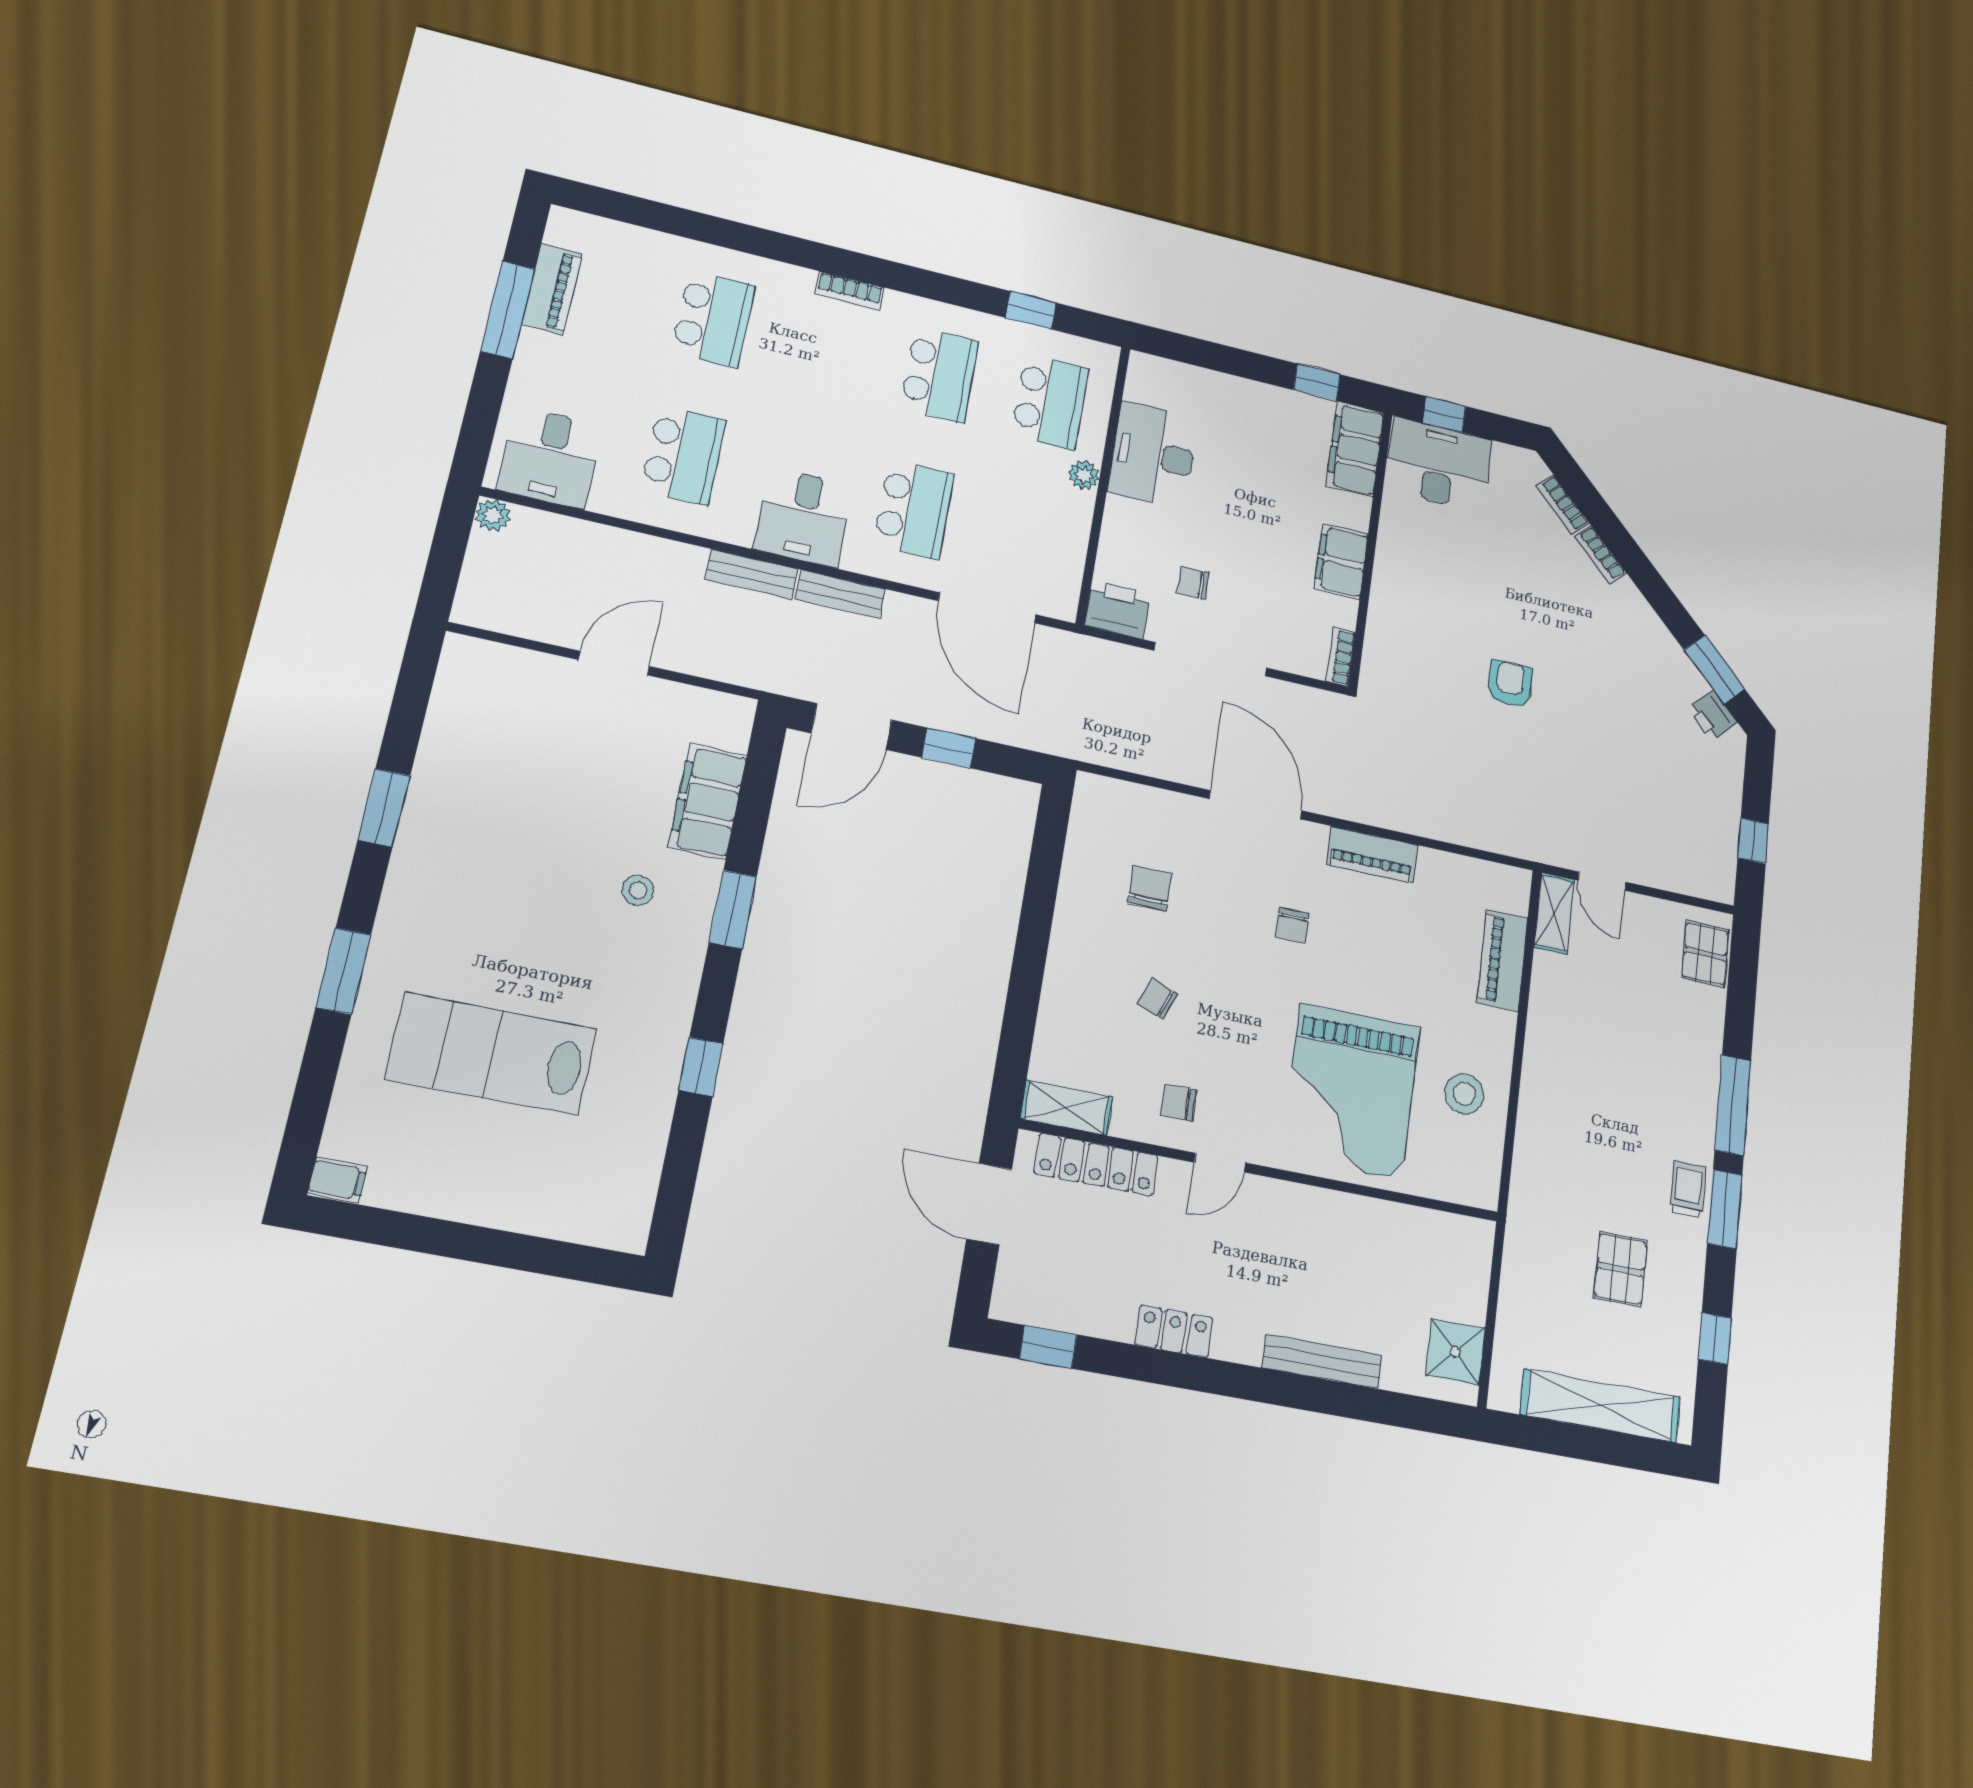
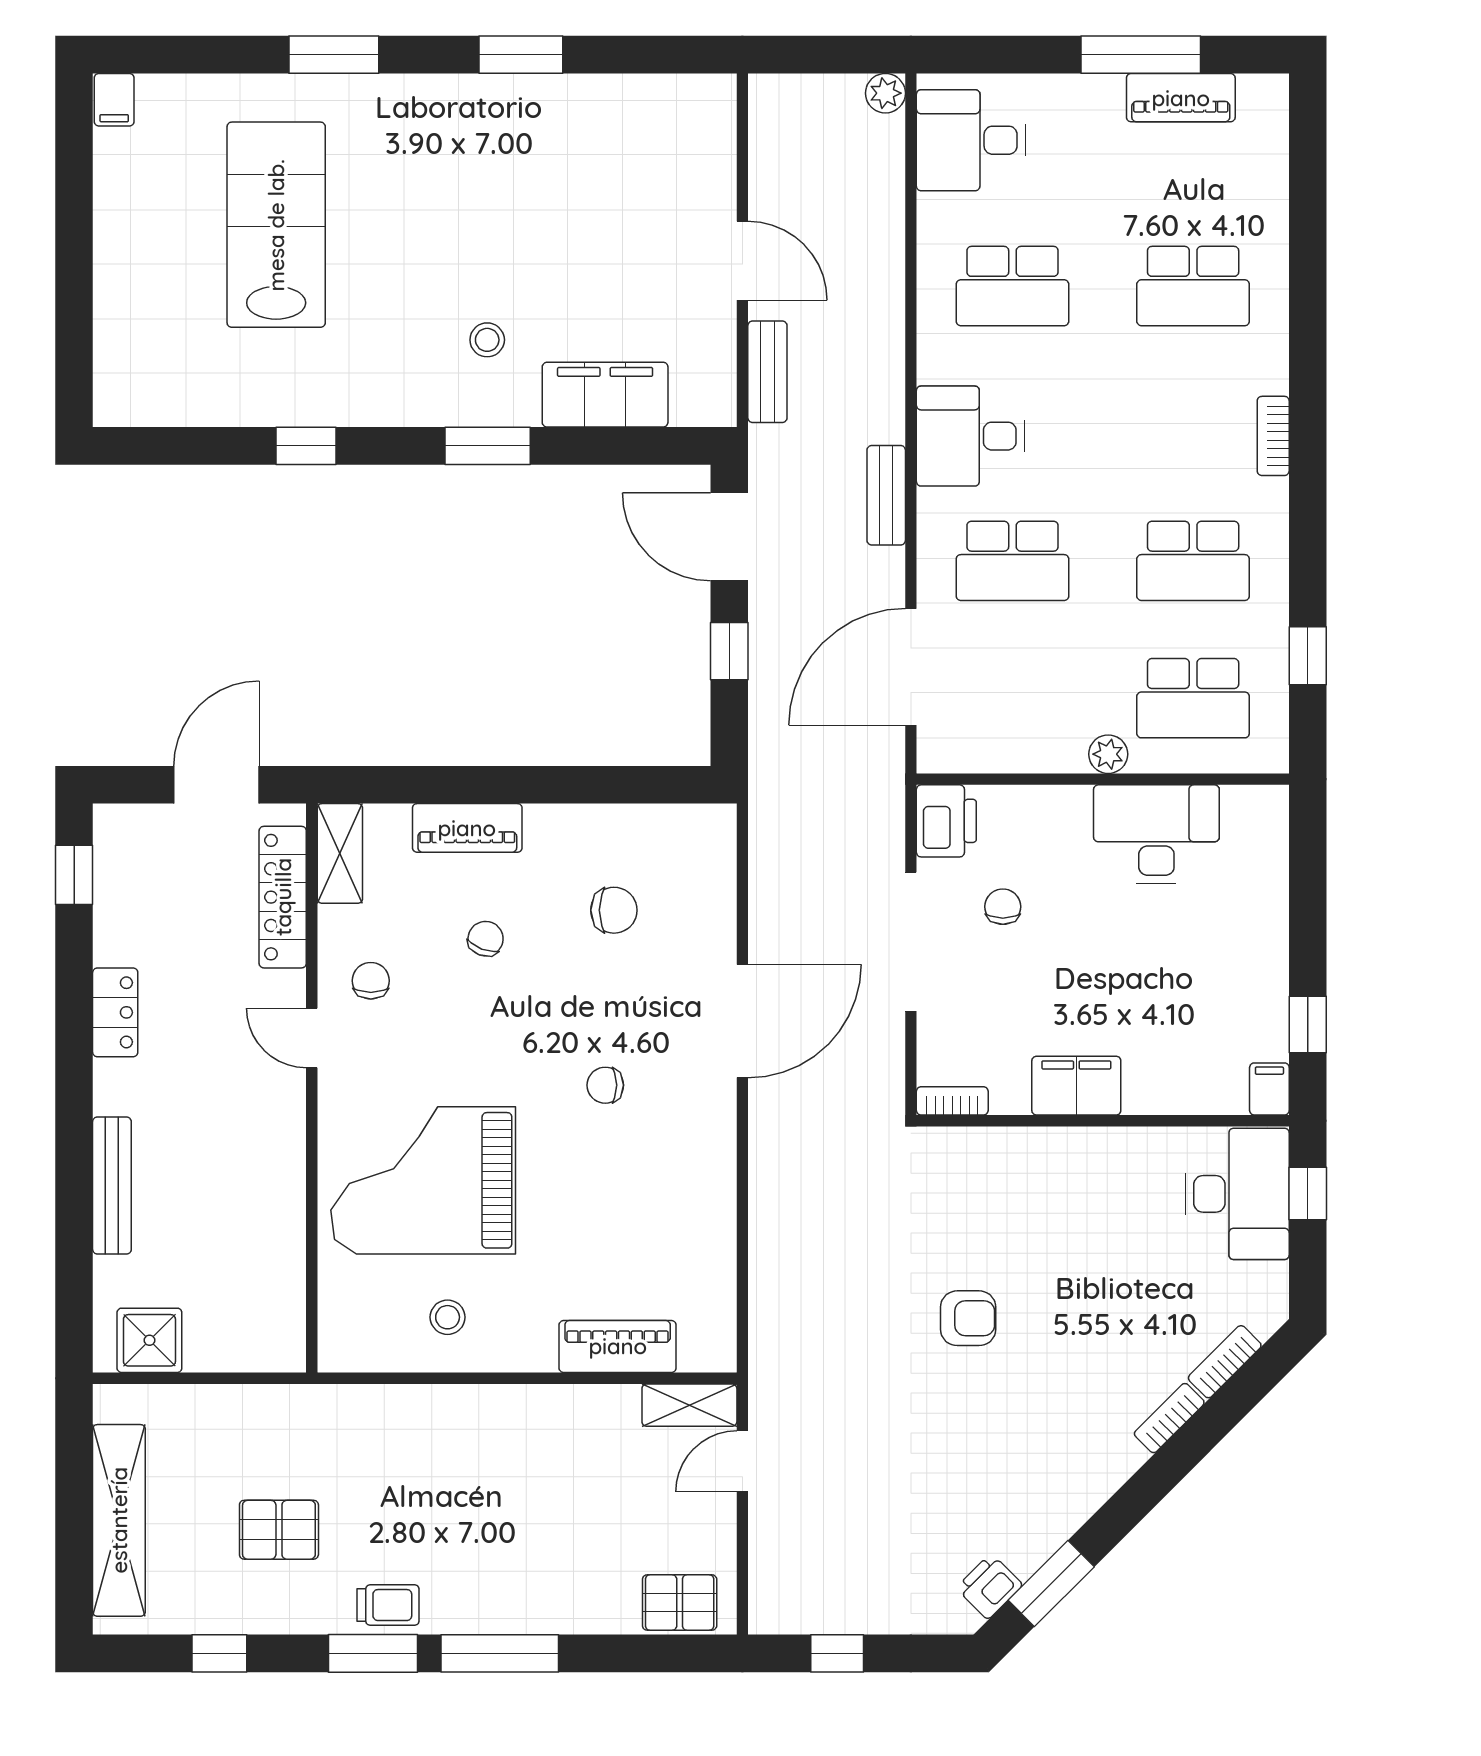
filing cabinet: (1355, 449) -> (1269, 1089), width x0.33, depth x0.86
bench: (752, 574) -> (767, 372), moved
piano: (1372, 855) -> (467, 828), moved, turned -90
stool: (1464, 1094) -> (448, 1317), width x0.73, depth x0.73

